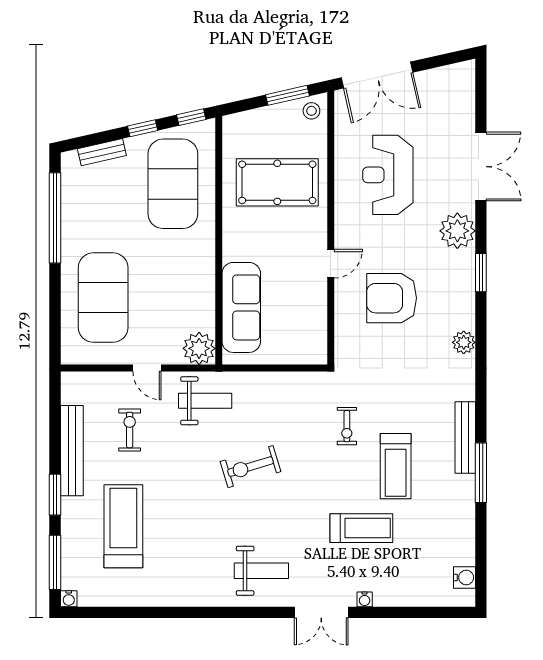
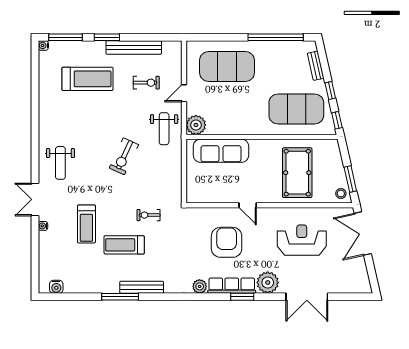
row of seats: (463, 290) -> (232, 286), added
exercise bike: (250, 467) -> (124, 156), turned -138

